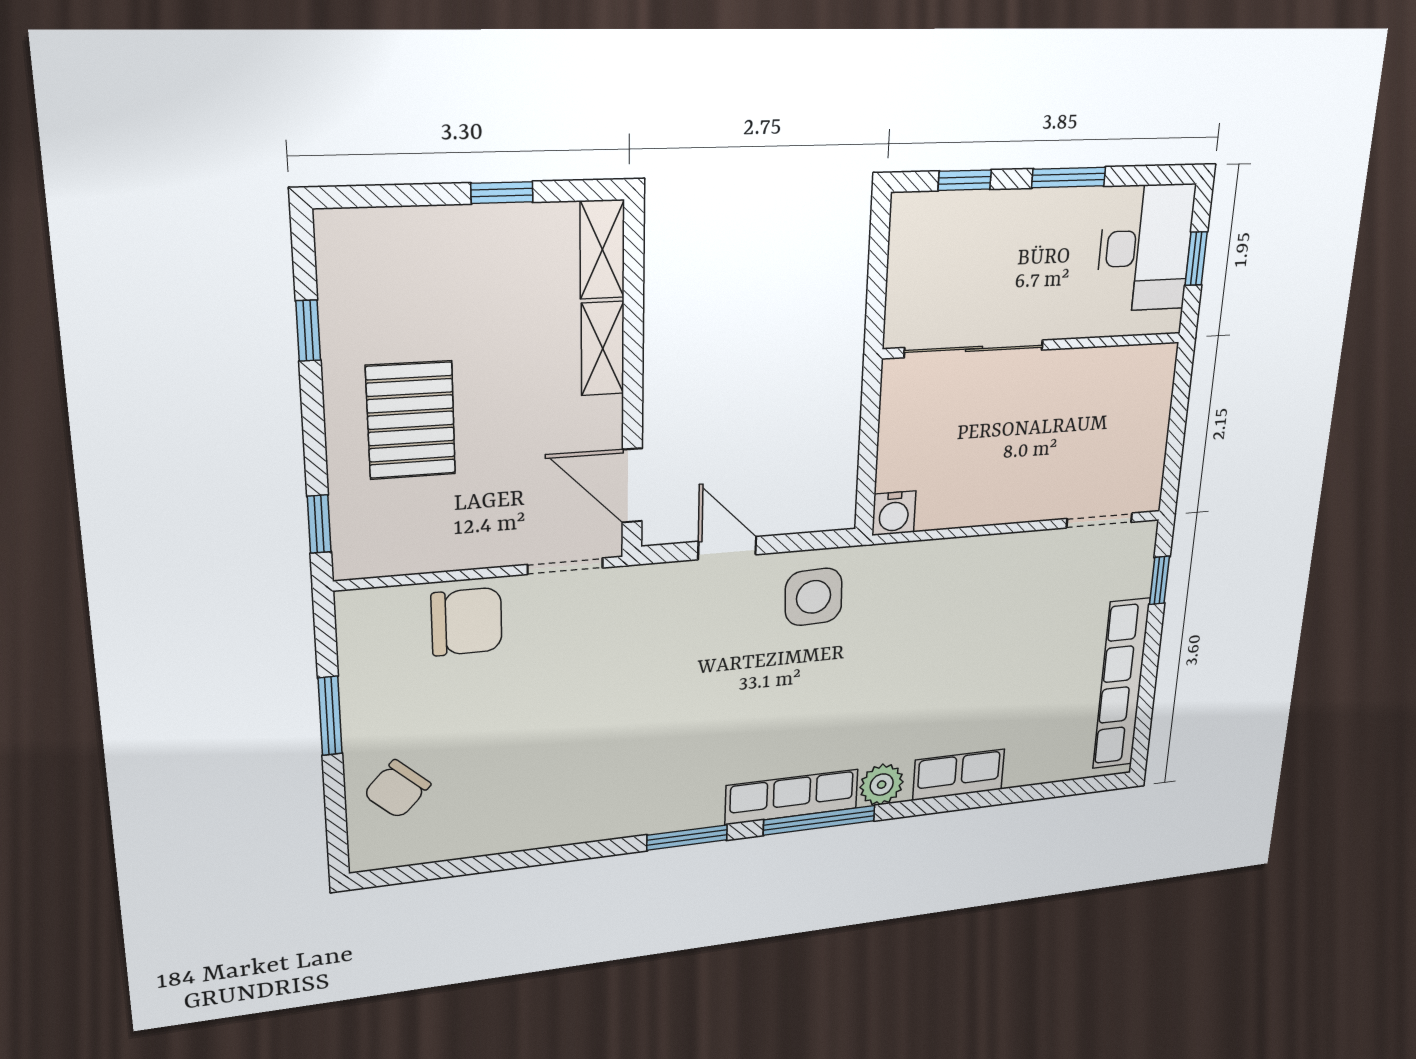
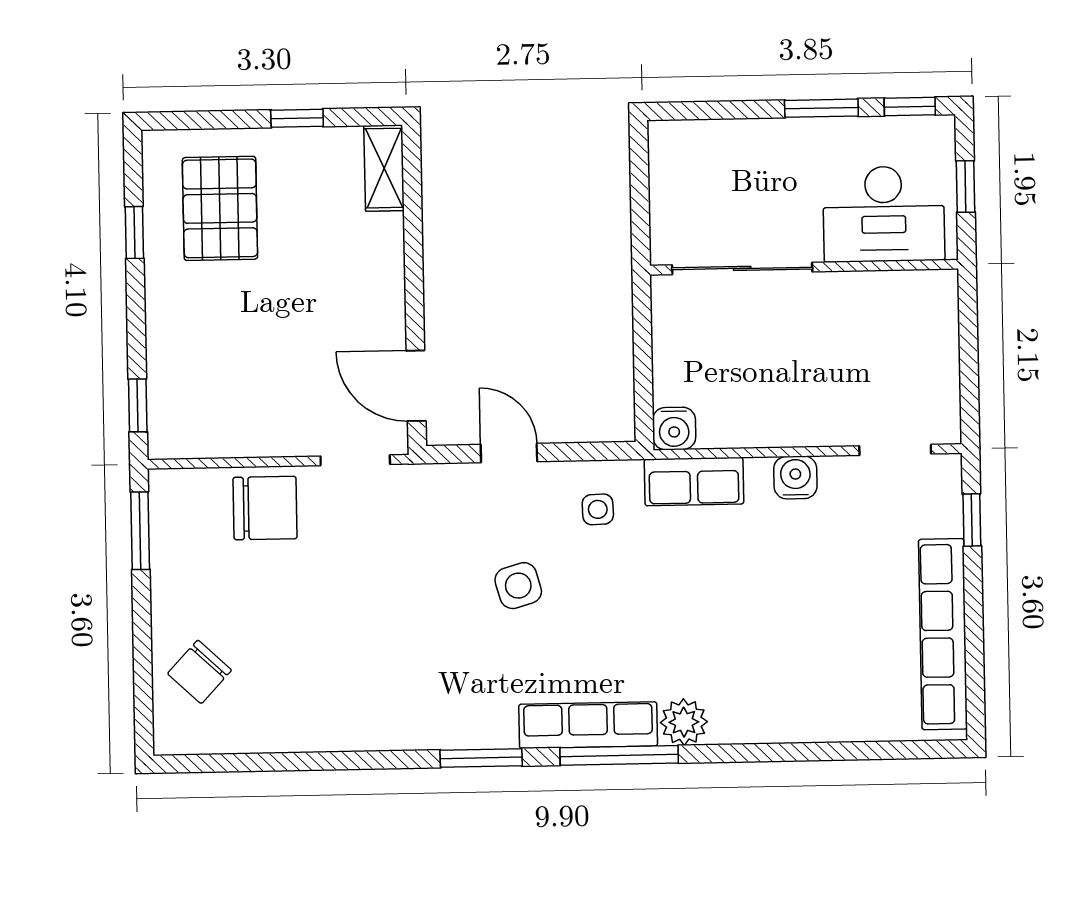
window: (965, 180) -> (910, 107), moved
desk: (1145, 248) -> (884, 214), moved, turned 90
shelving: (603, 349) -> (386, 256), removed
pallet: (411, 420) -> (220, 208), moved
water cooler: (1005, 553) -> (795, 477), added
side table: (814, 597) -> (598, 509), width x0.54, depth x0.54
side table: (731, 676) -> (518, 586), added
window: (330, 716) -> (140, 531), moved
row of seats: (959, 775) -> (694, 482), moved, turned 180

